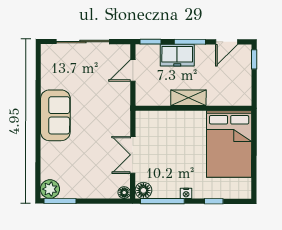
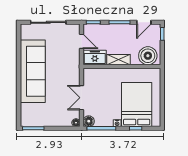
freezer: (177, 55) -> (95, 57), moved, turned 180
door: (133, 70) -> (82, 41), swing flipped
boiler: (232, 92) -> (148, 56), added
sofa: (55, 115) -> (33, 71), width x1.85, depth x1.27
bed: (229, 144) -> (137, 105), moved, turned 180
plant: (50, 189) -> (27, 120), removed

